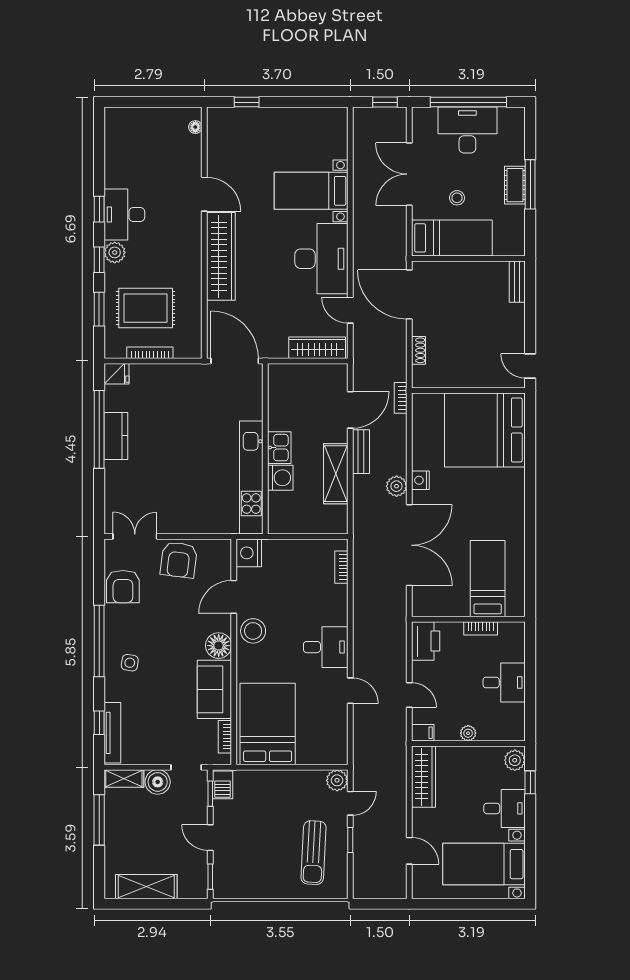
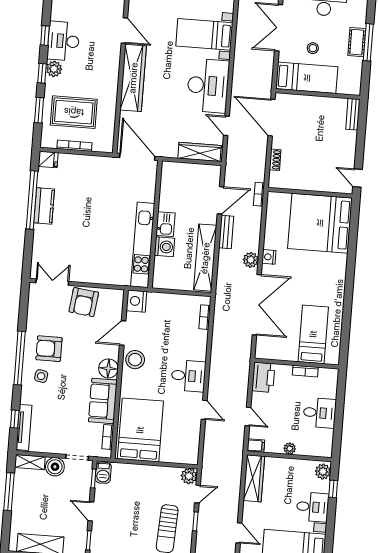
shelving: (336, 474) -> (205, 258), width x1.47
armchair: (123, 587) -> (49, 349), moved, turned 90

